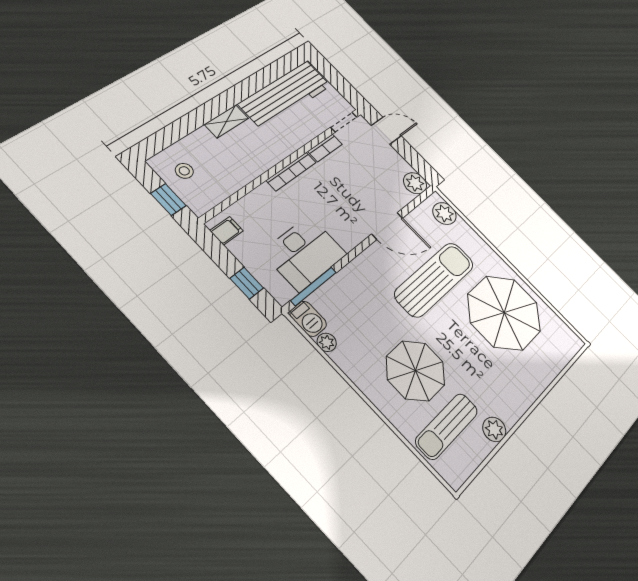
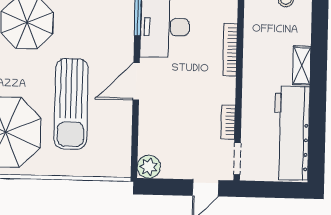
bookcase: (291, 171) -> (230, 50), moved
plant: (444, 214) -> (109, 166), removed
door: (387, 226) -> (136, 81), moved

